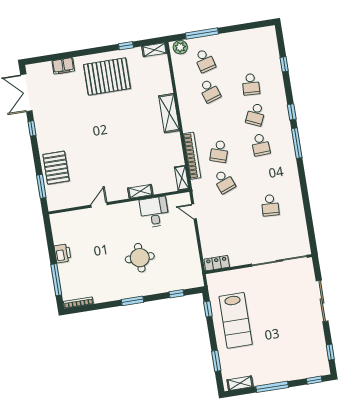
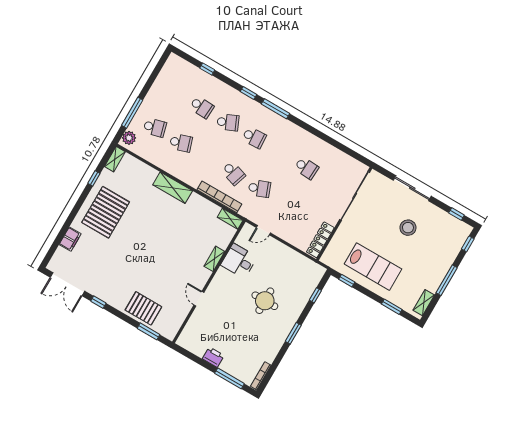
school desk: (256, 115) -> (228, 122), turned -48
locker: (217, 263) -> (320, 240), width x1.53
stool: (289, 323) -> (408, 228), added

